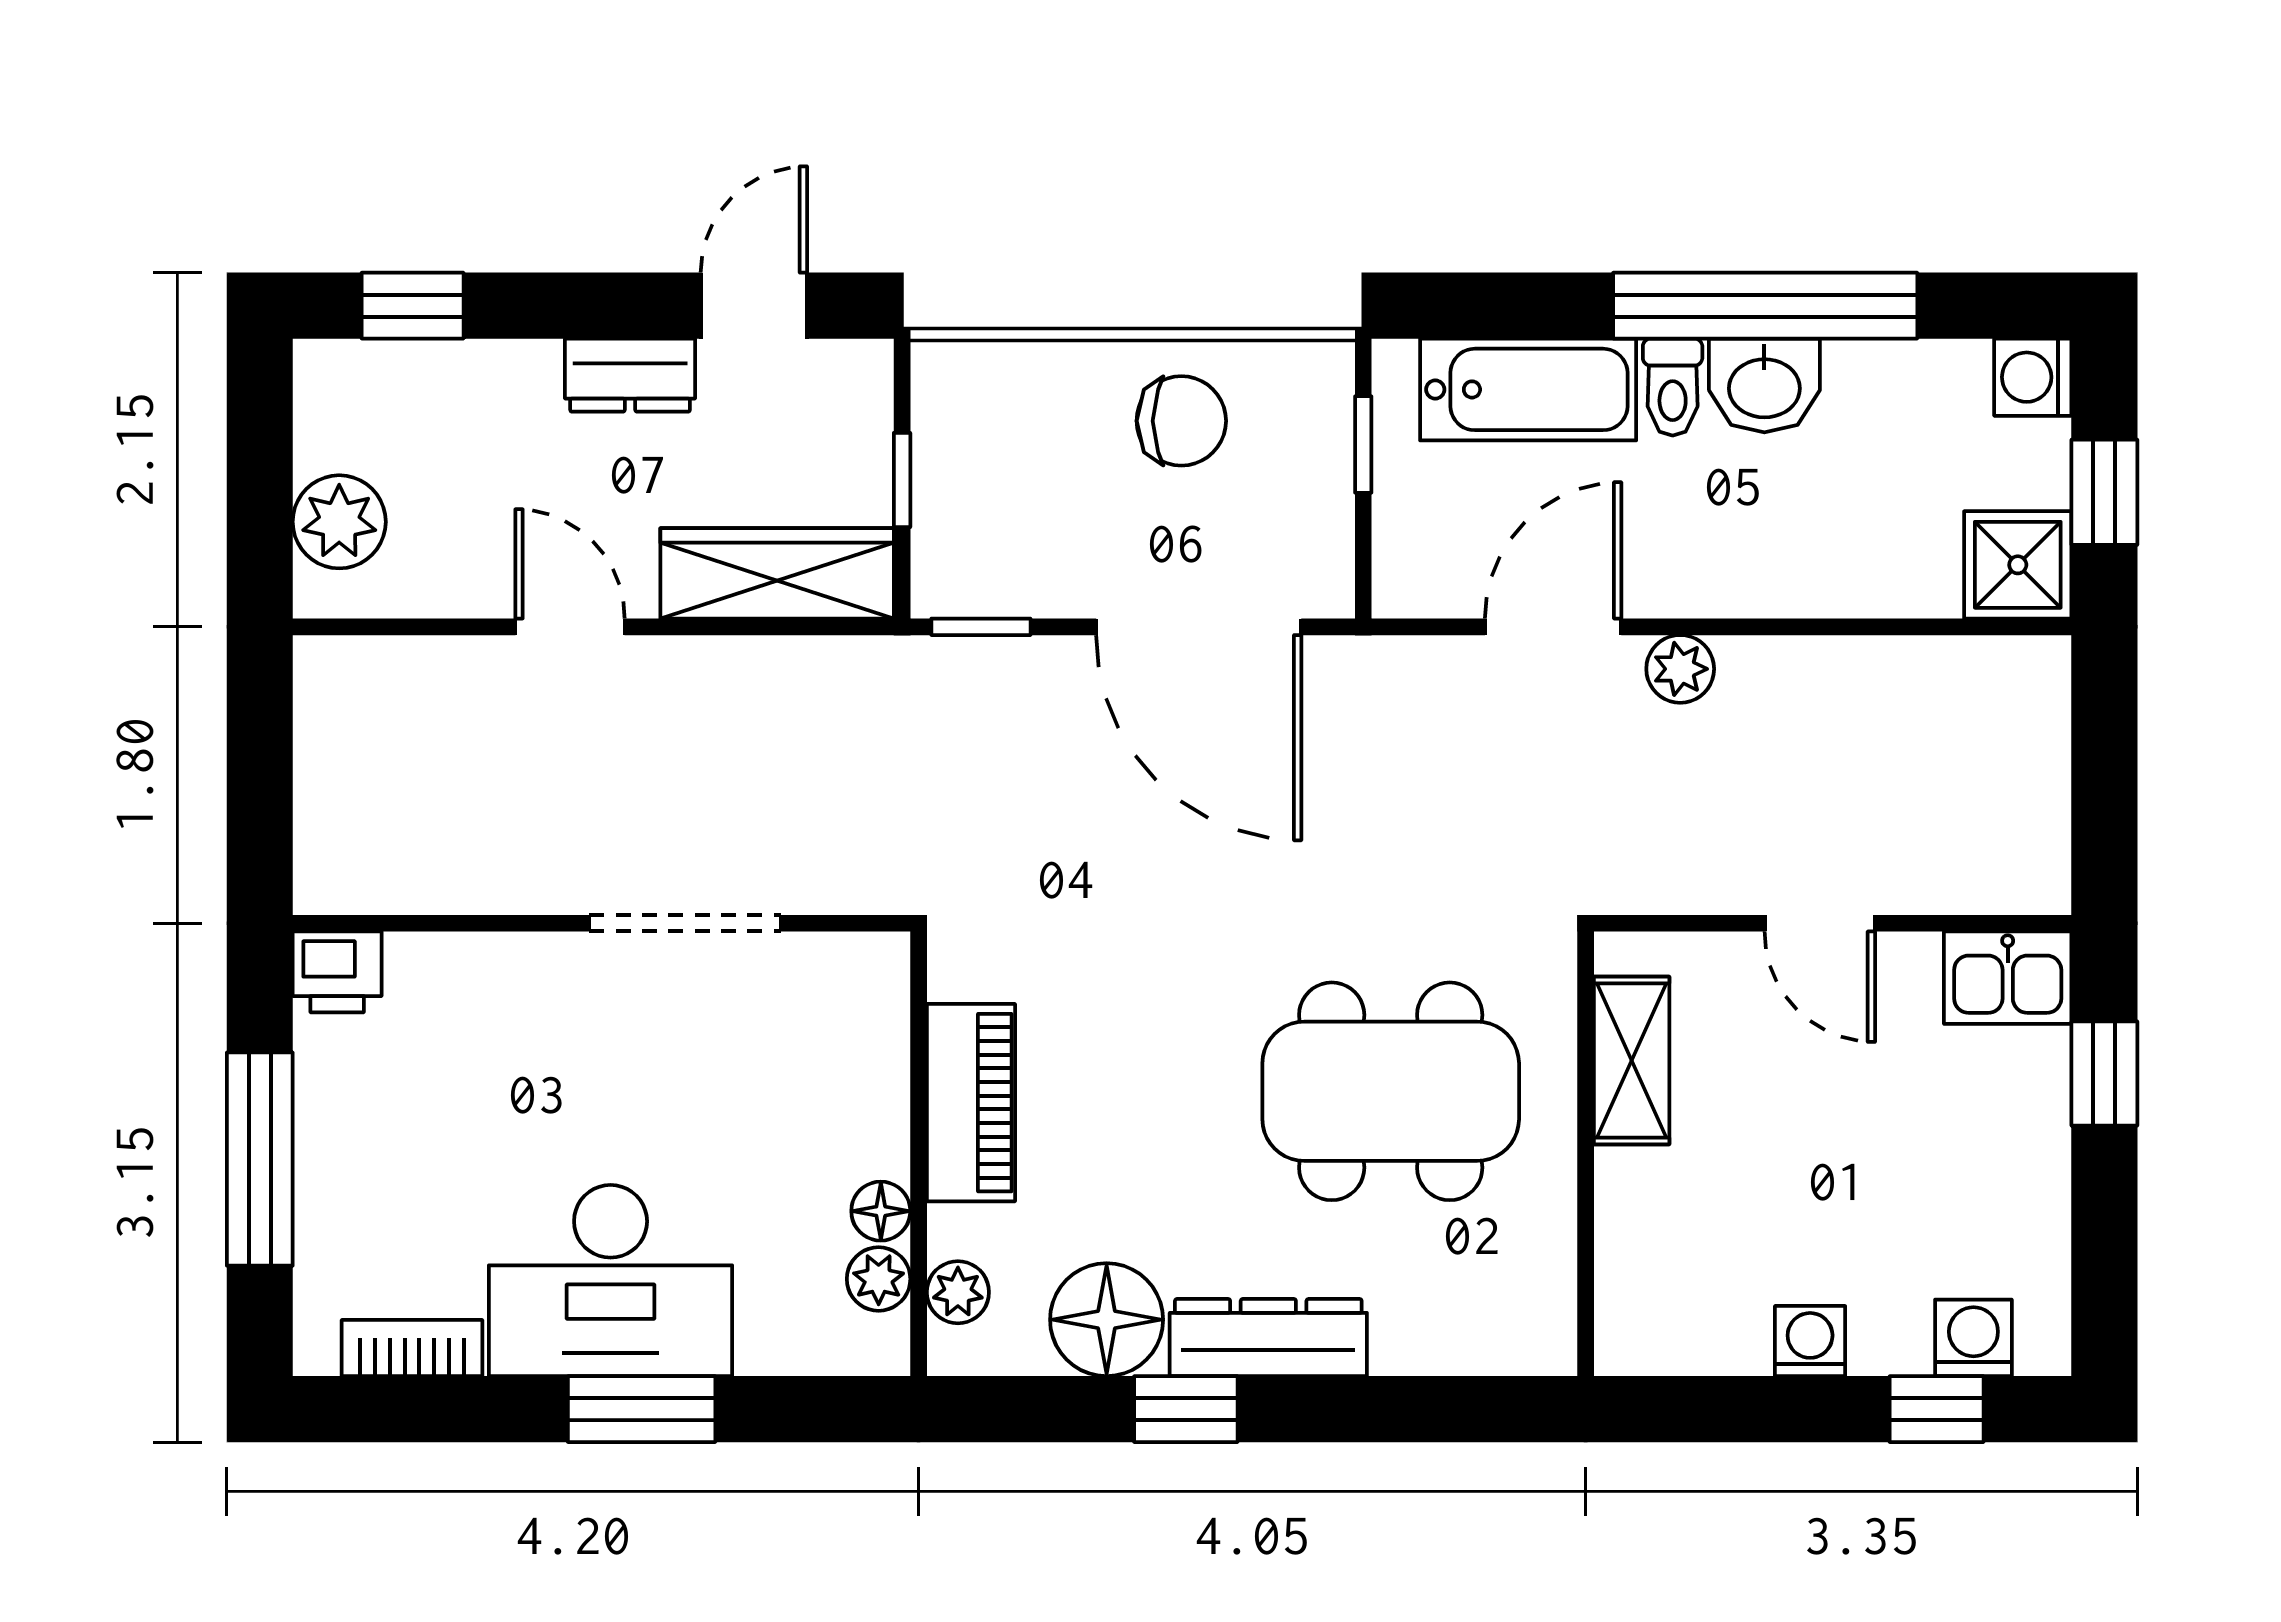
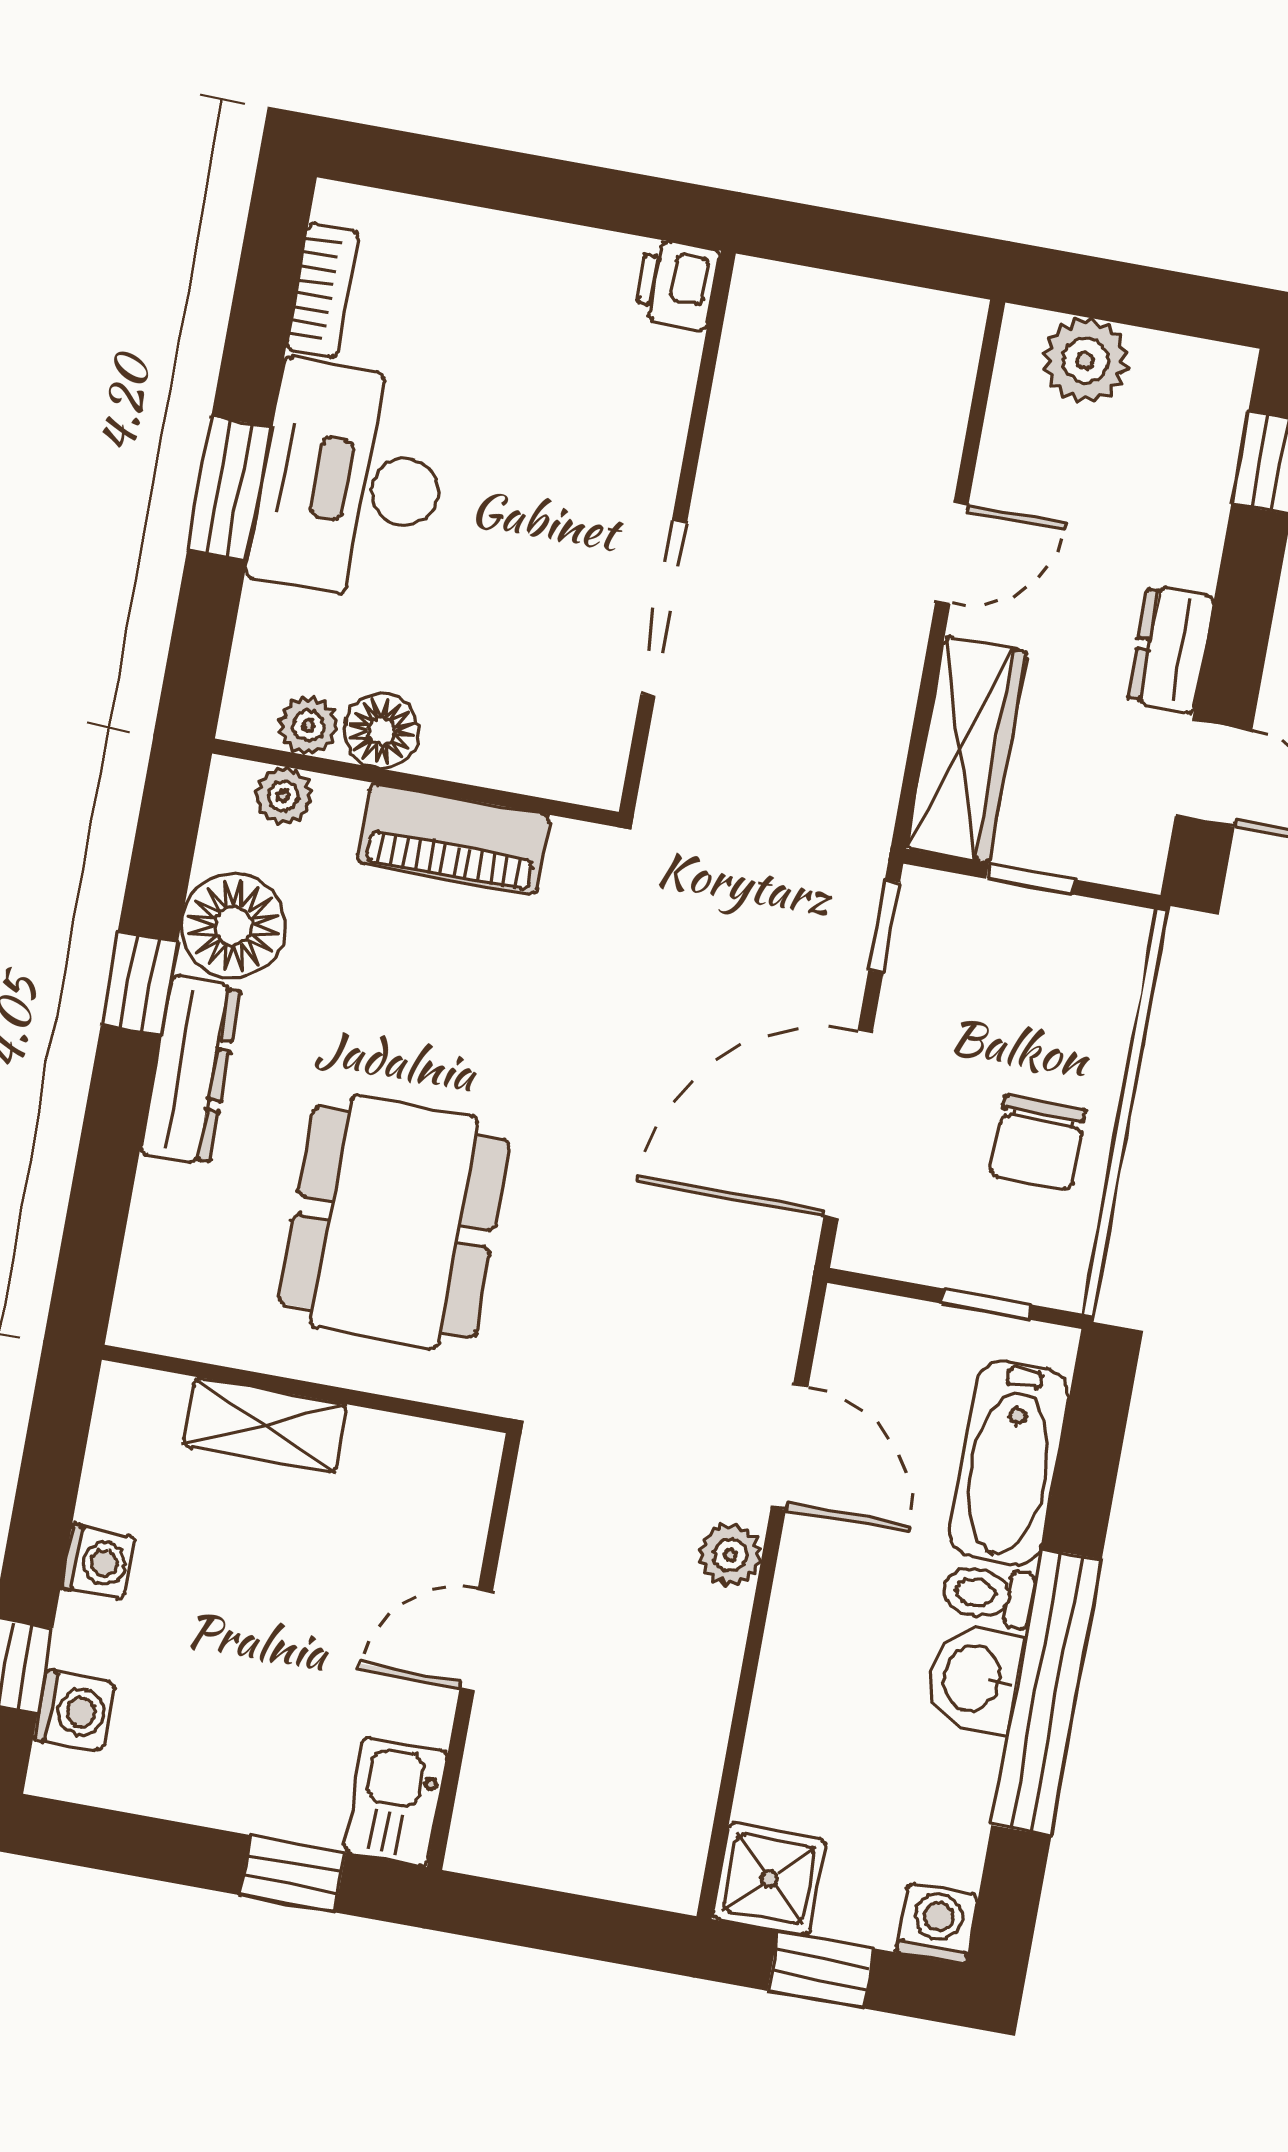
shelving: (1632, 1060) -> (265, 1425), moved
window: (260, 1159) -> (520, 183), removed
floor lamp: (881, 1211) -> (381, 731), width x1.37, depth x1.37

